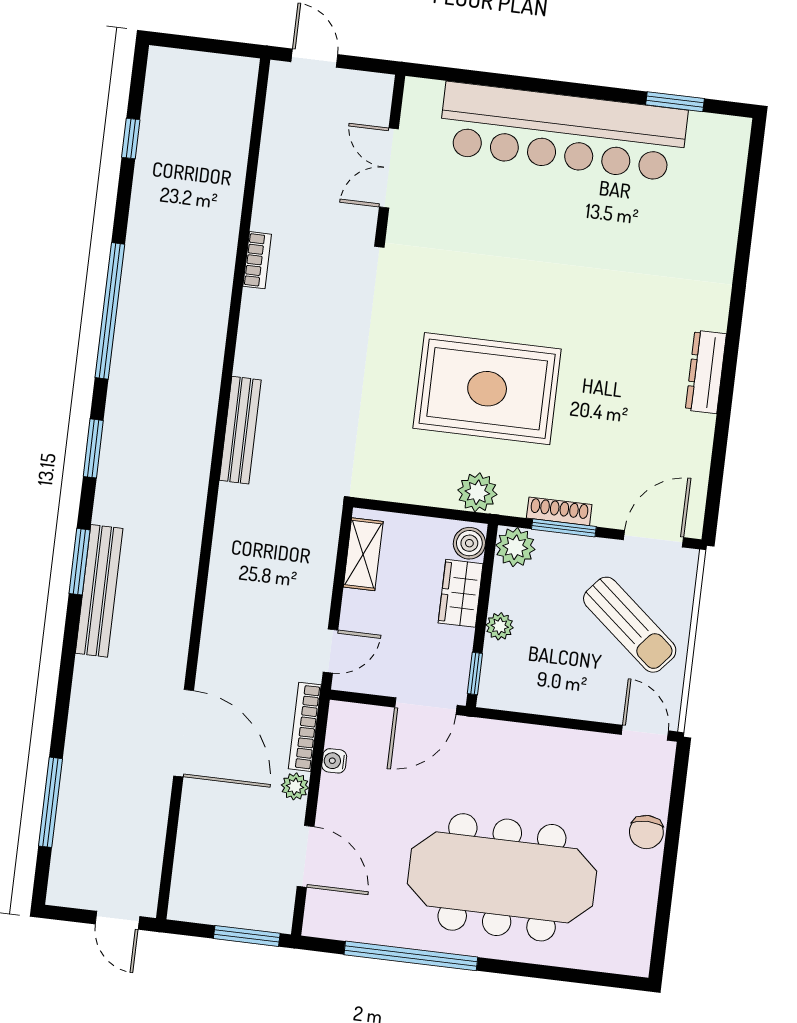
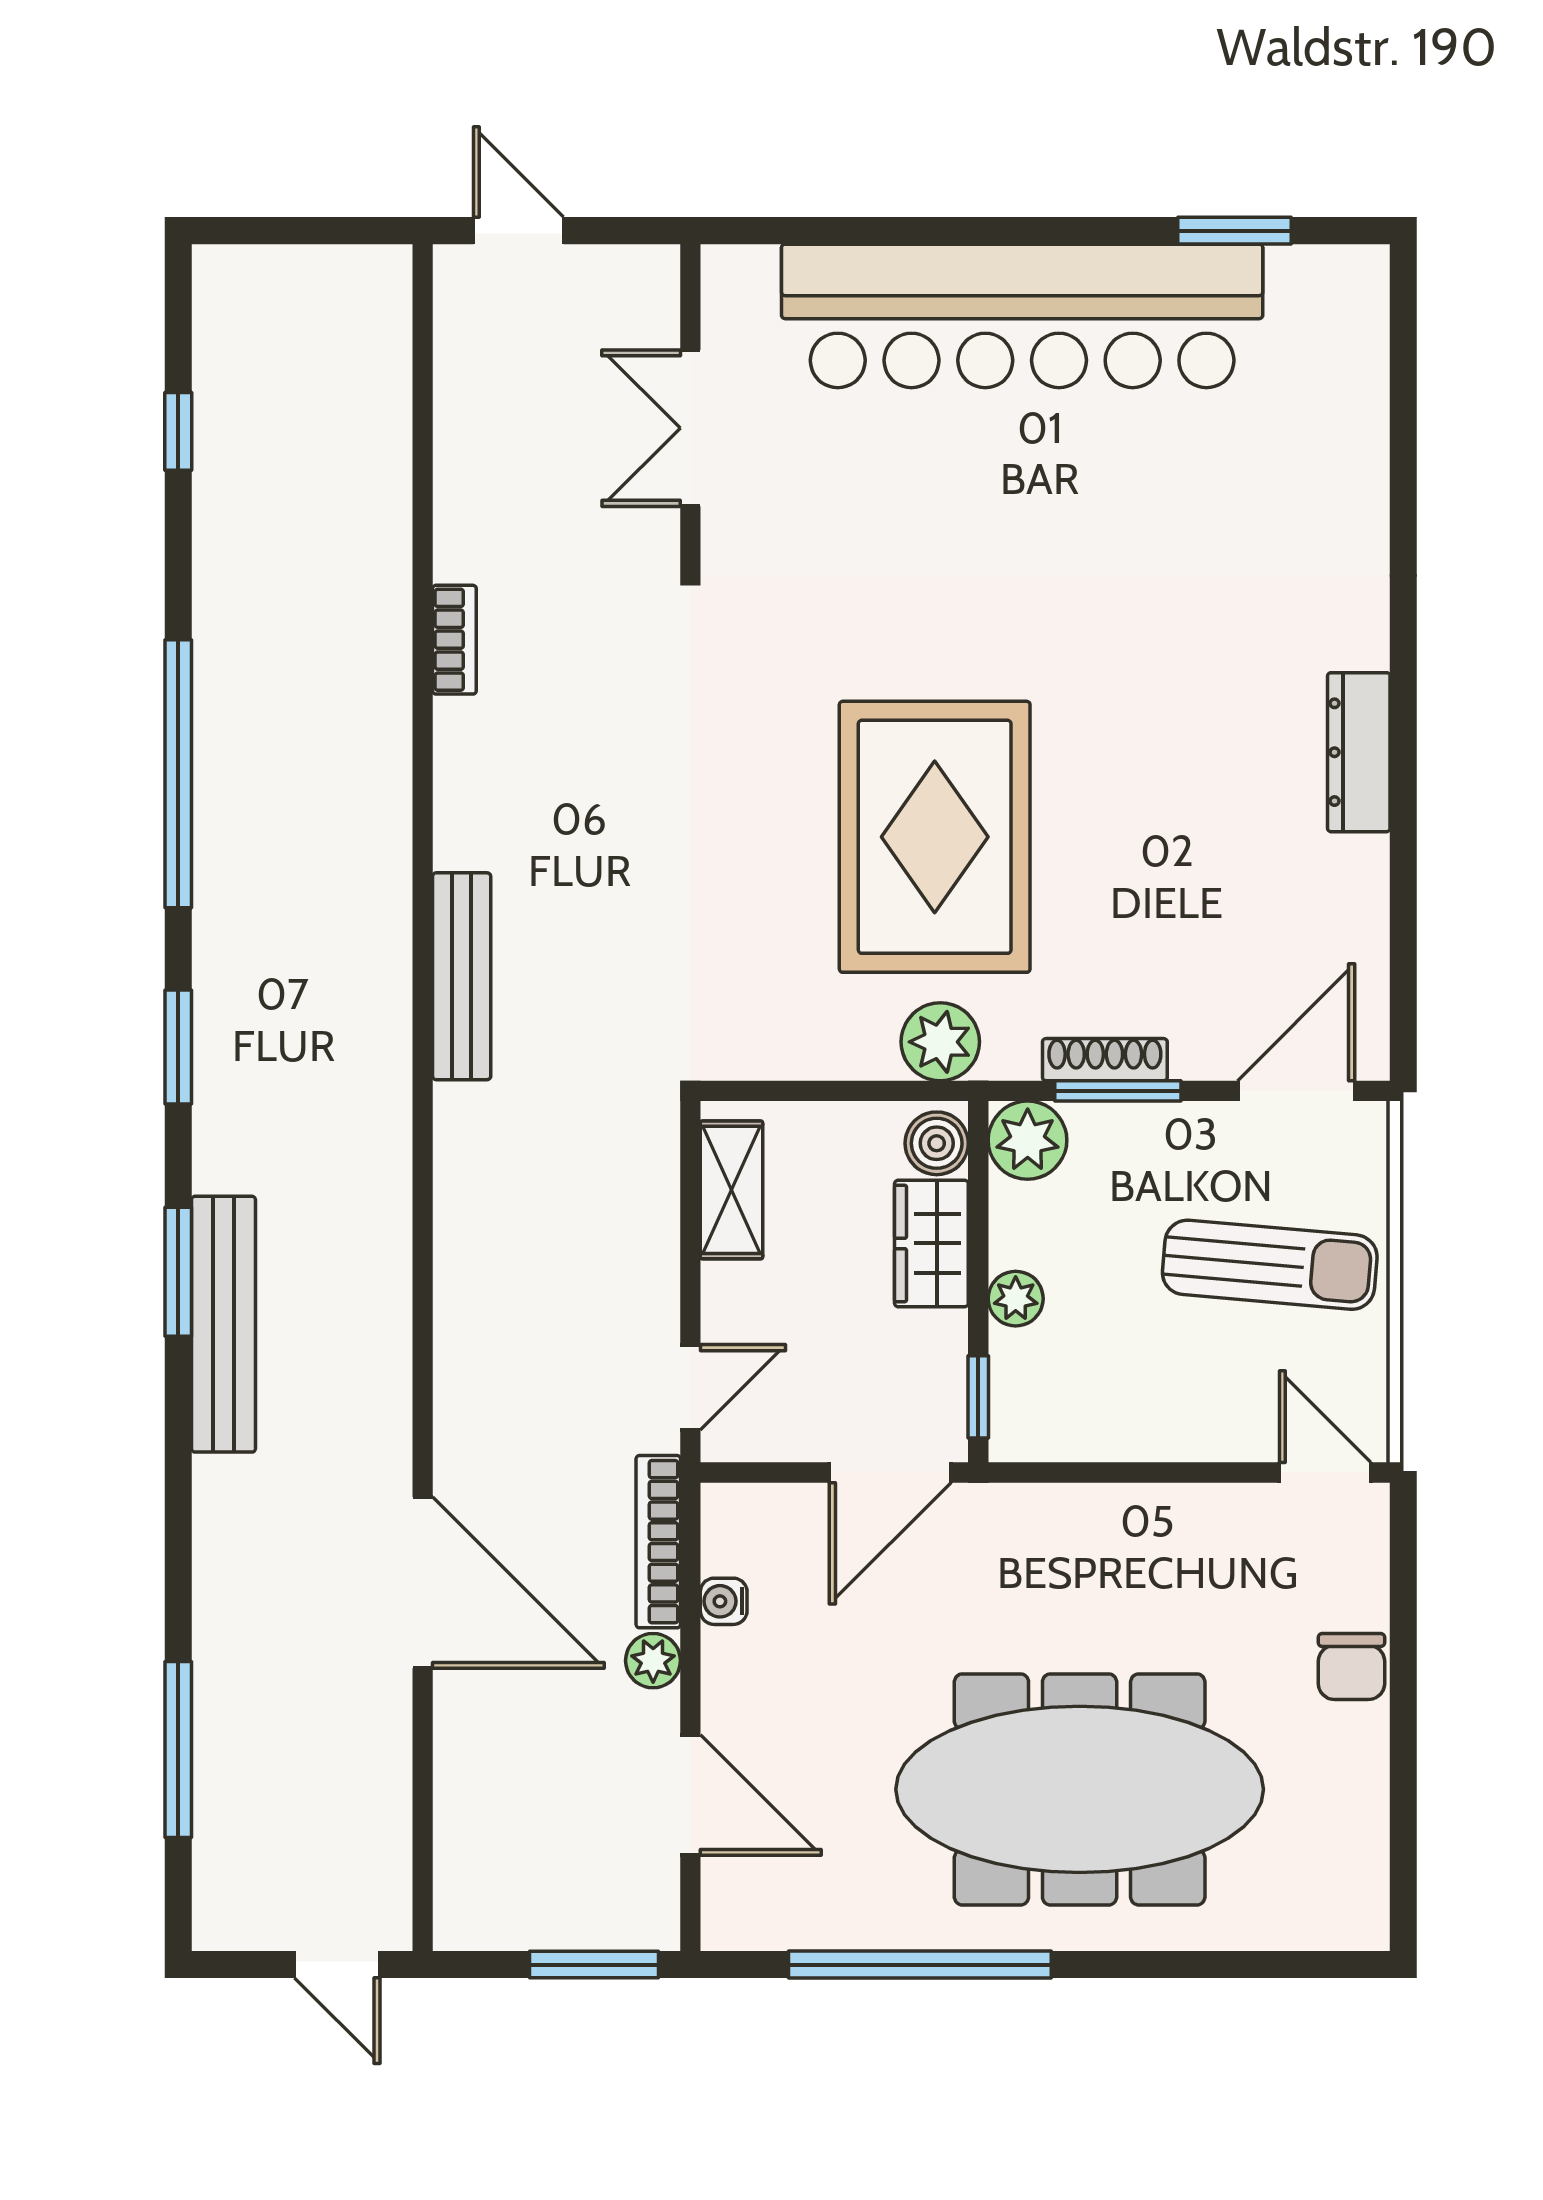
rug: (487, 389) -> (935, 837), turned 90
sun lounger: (630, 625) -> (1270, 1265), turned -35

